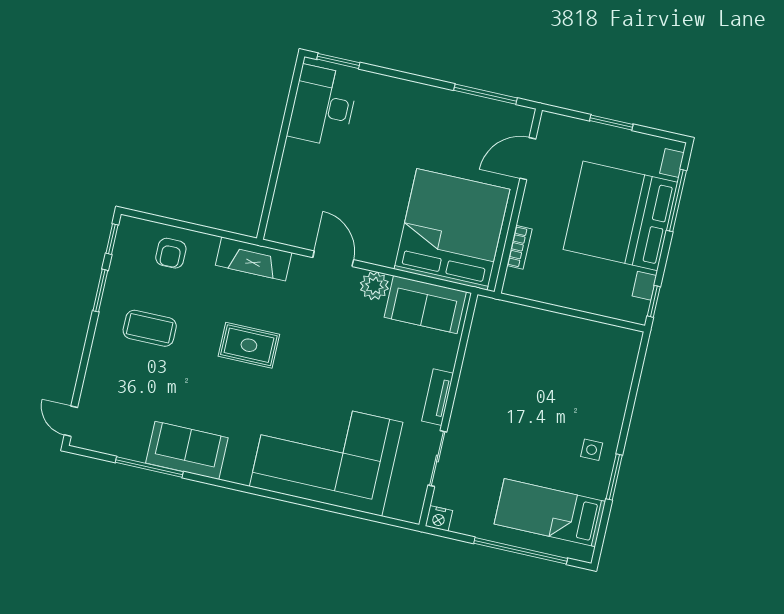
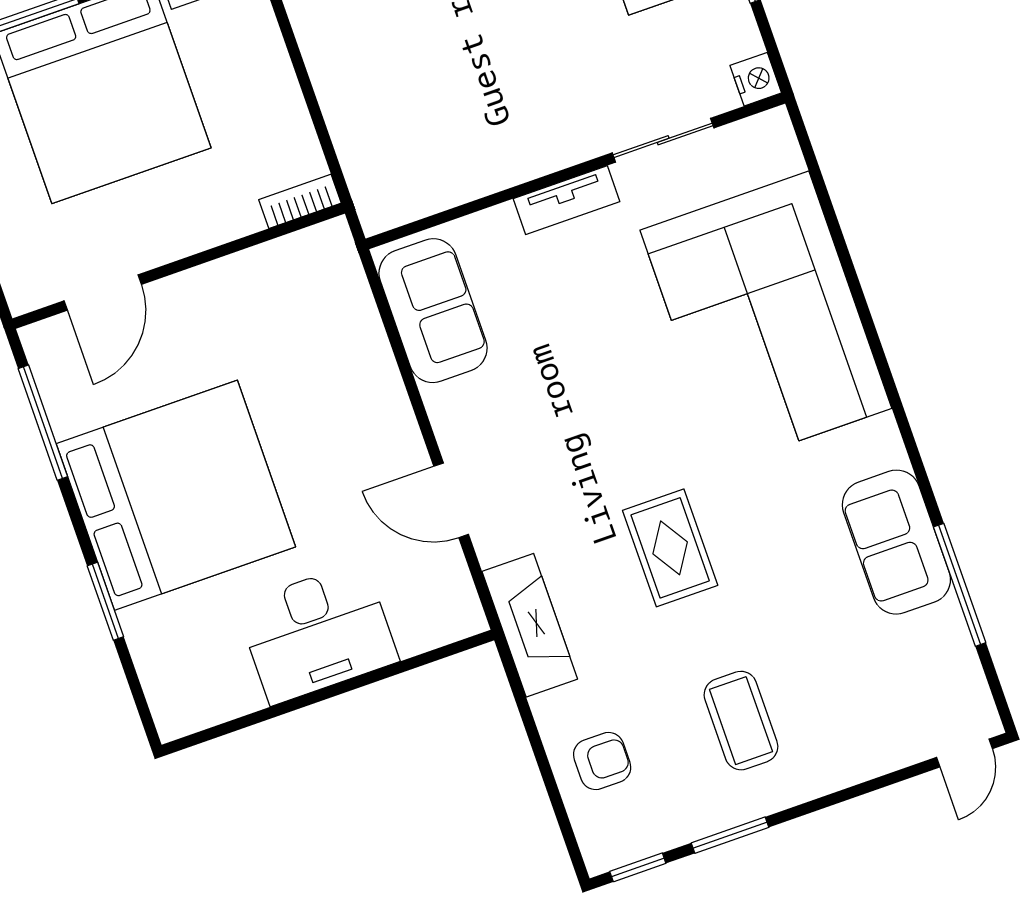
window: (338, 61) -> (105, 601), moved
desk: (323, 106) -> (317, 633), moved
door: (528, 159) -> (103, 293), hinge flipped
bed: (452, 229) -> (176, 495), moved, turned 180
bookcase: (519, 247) -> (300, 201), moved
door: (333, 259) -> (451, 500), hinge flipped
plant: (374, 286) -> (453, 409), removed

